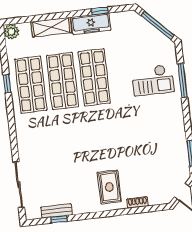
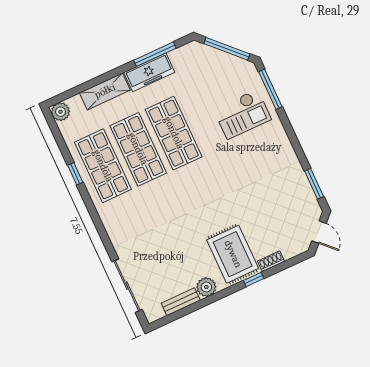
window: (100, 11) -> (155, 54), width x2.17
window: (183, 80) -> (270, 89), moved
rug: (109, 187) -> (233, 254), width x1.36, depth x1.43
plant: (80, 206) -> (206, 287), added
window: (59, 219) -> (254, 280), moved

